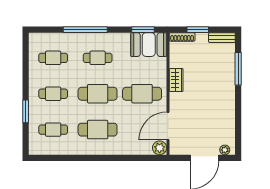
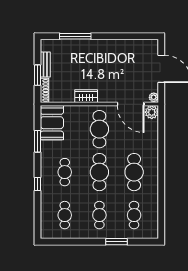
window: (85, 30) -> (37, 184), width x0.32
window: (143, 30) -> (37, 141), moved
bench: (222, 38) -> (45, 65), moved
plant: (225, 150) -> (154, 97), moved

